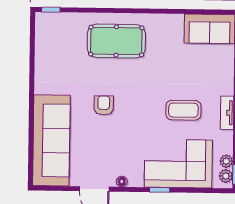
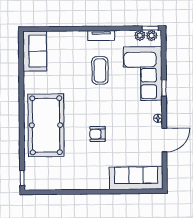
pool table: (116, 41) -> (46, 125), width x1.36, depth x1.32
sofa: (51, 140) -> (136, 178), width x0.74, depth x0.79

